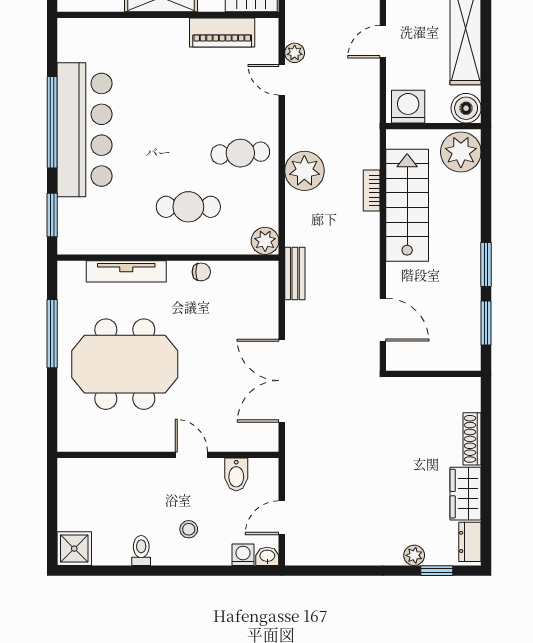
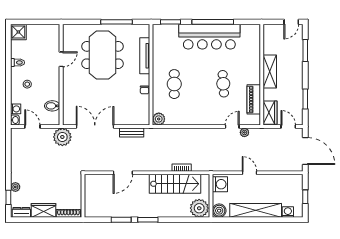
cafe table: (240, 153) -> (223, 84), moved
plant: (304, 171) -> (62, 137), moved
bench: (295, 274) -> (132, 133), moved
wall: (433, 374) -> (83, 196), moved
door: (191, 455) -> (61, 59), moved

